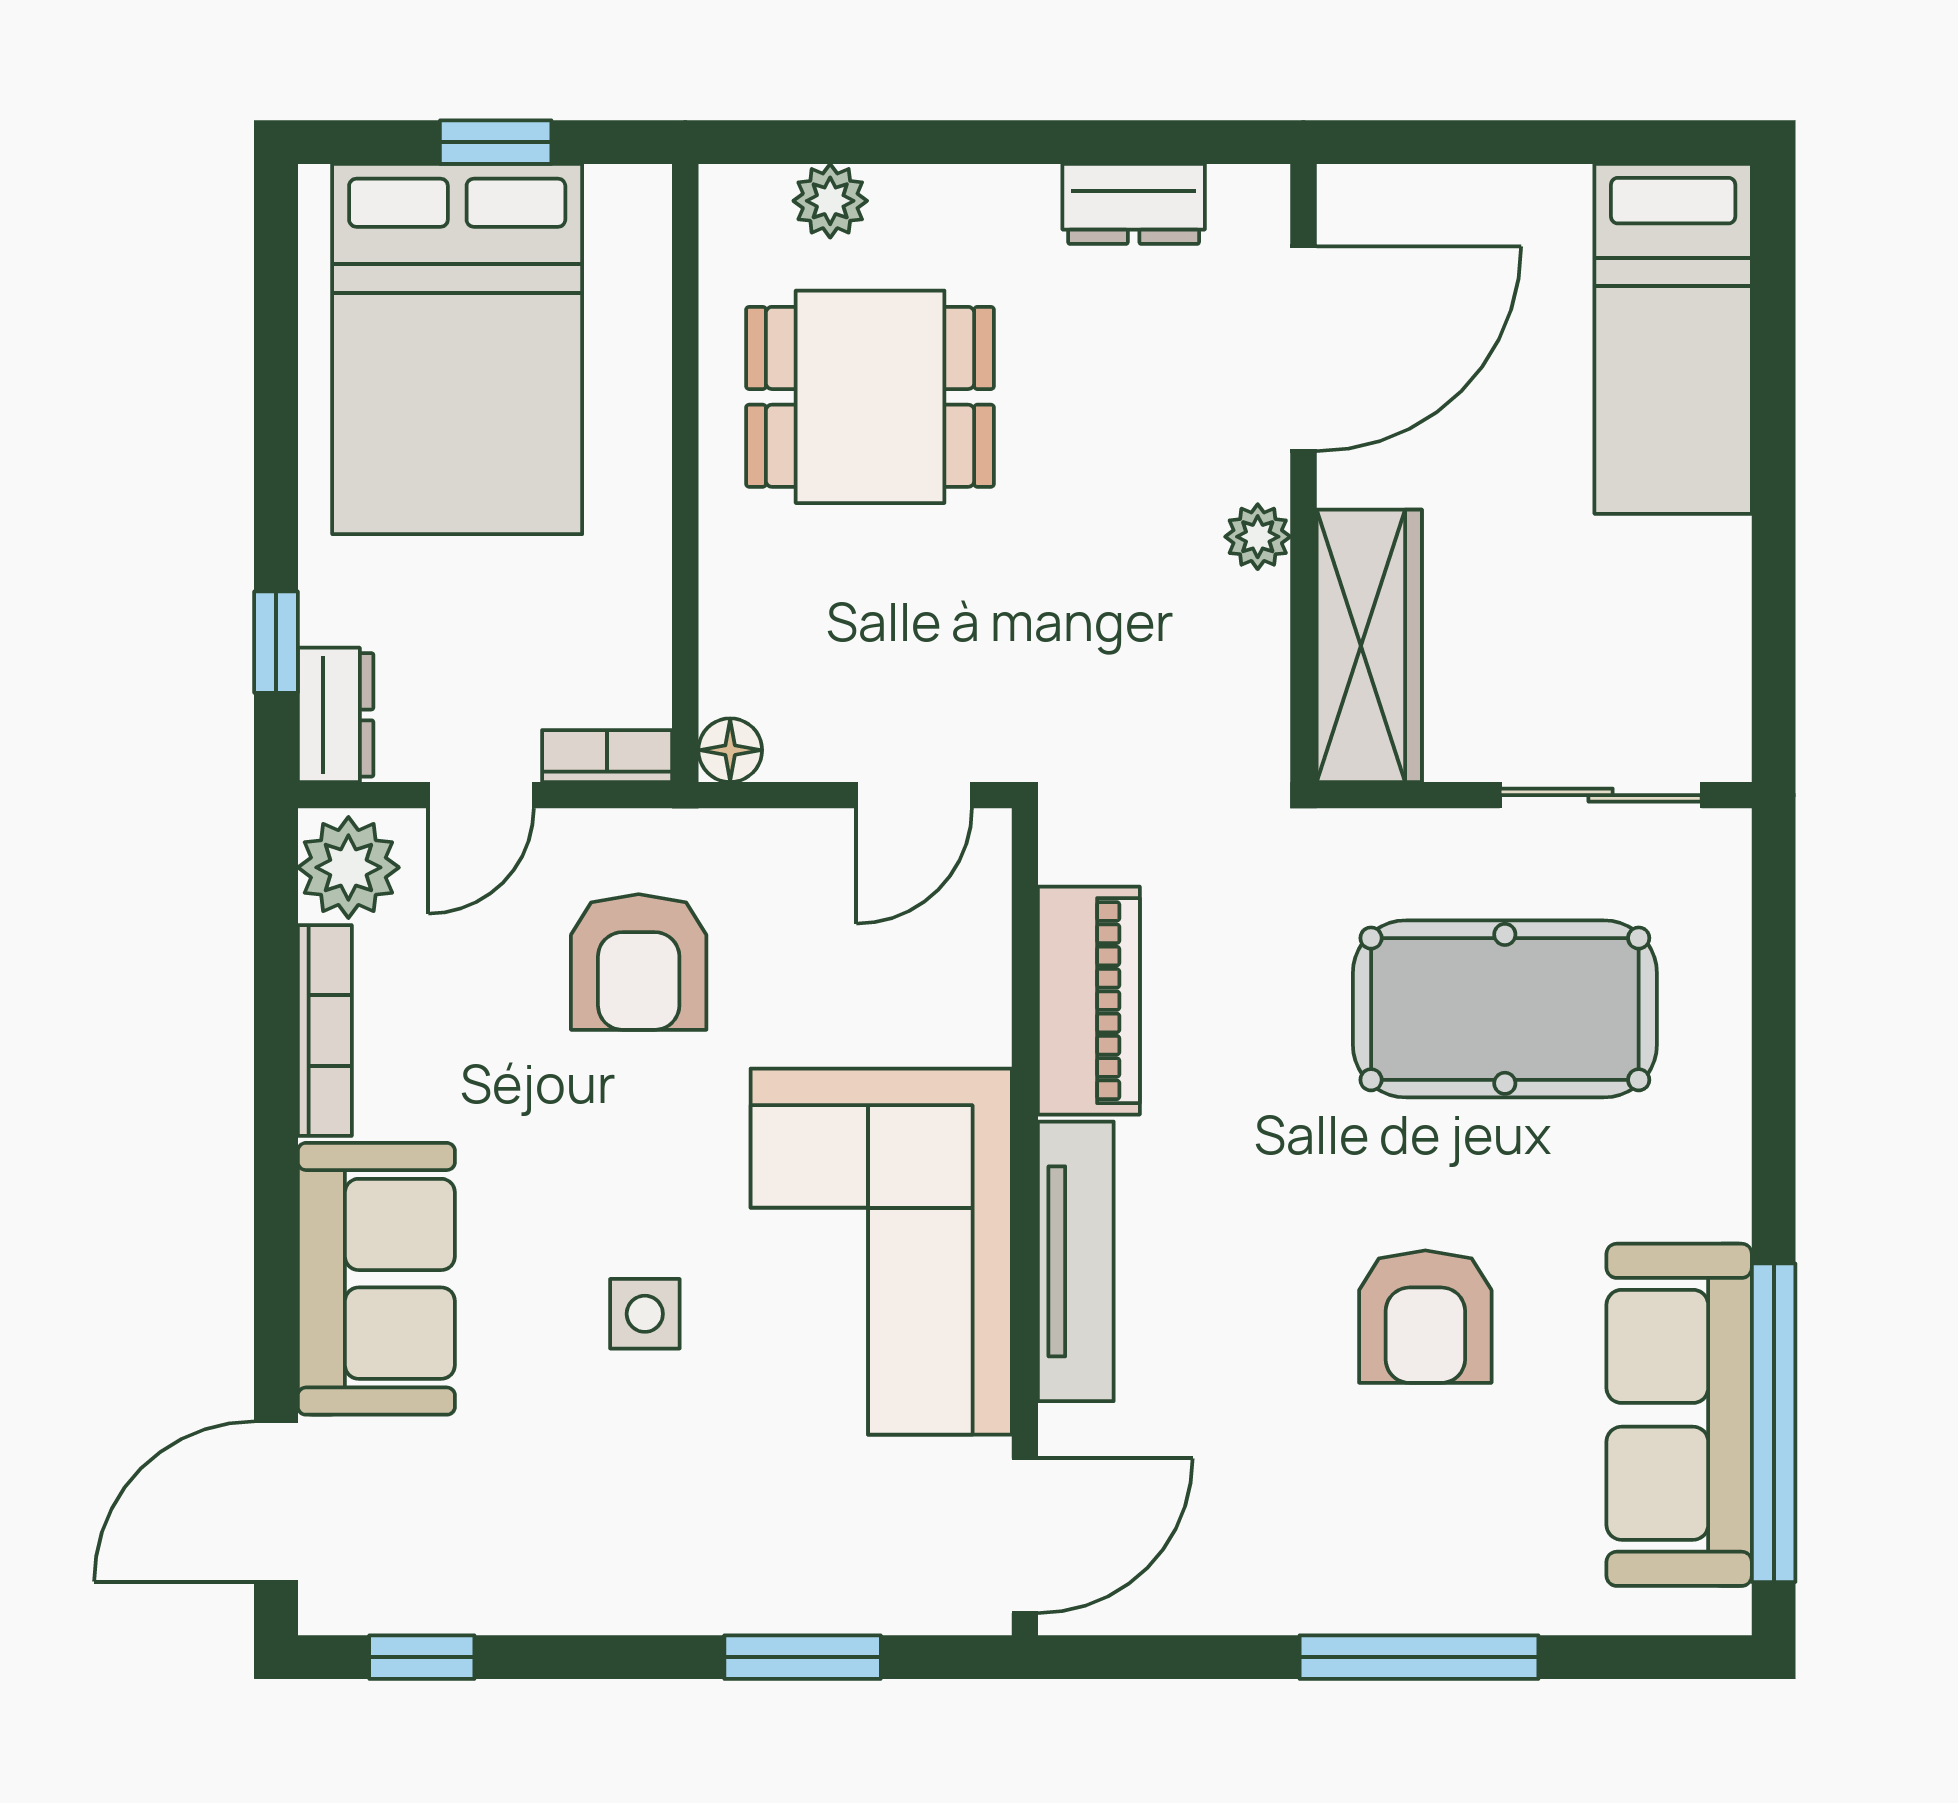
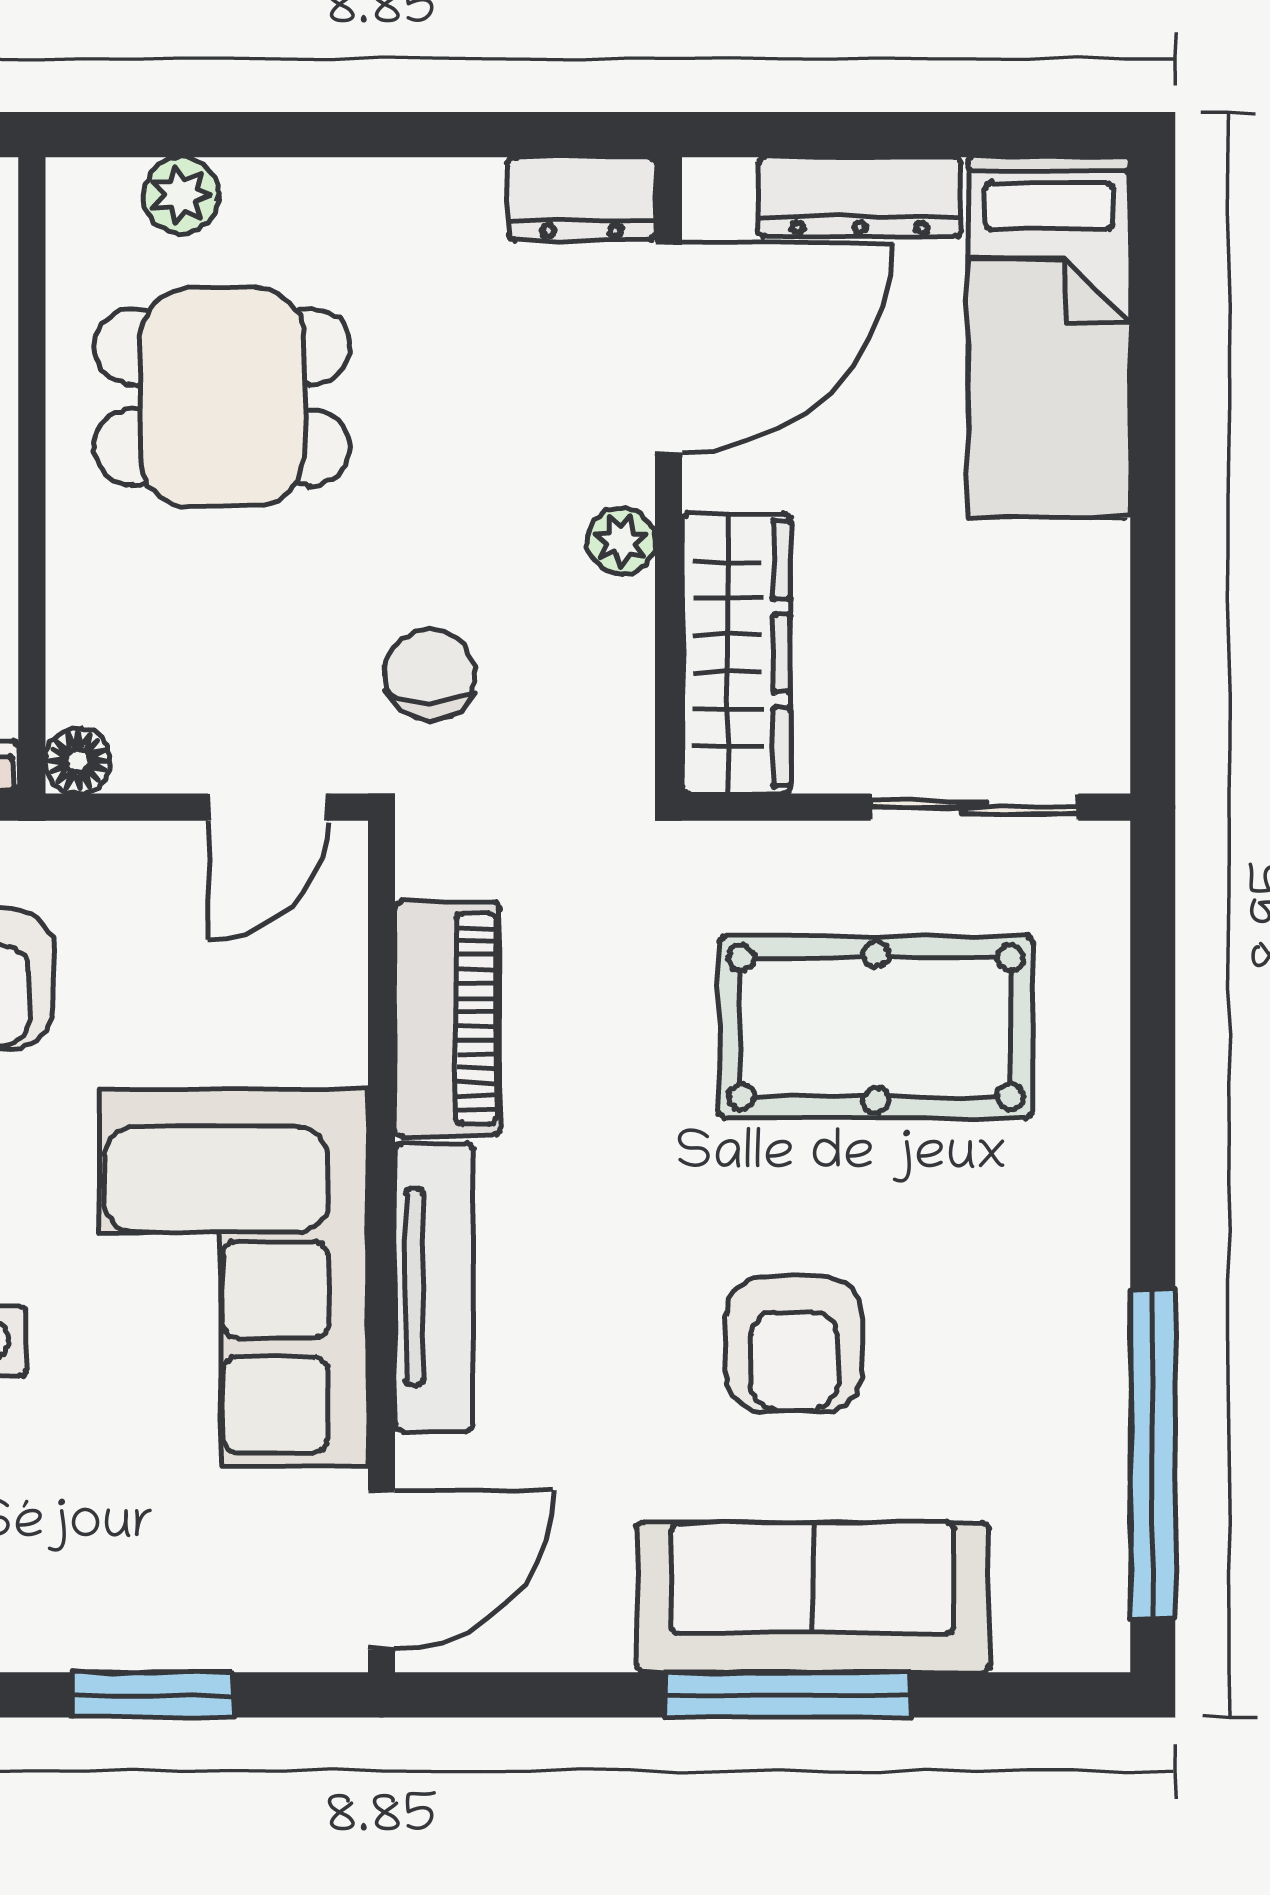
dresser: (1489, 202) -> (860, 197), added
dresser: (1134, 204) -> (582, 198), moved
chair: (1072, 666) -> (430, 674), added
sofa: (1679, 1415) -> (813, 1598), moved, turned 90

